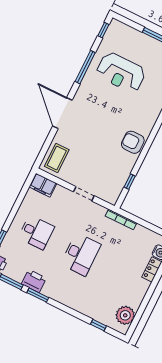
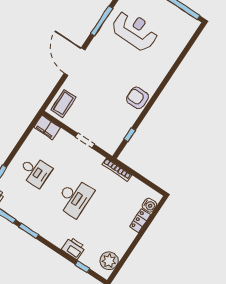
reception desk: (121, 72) -> (135, 30), turned 180
printer: (34, 281) -> (74, 248), moved

